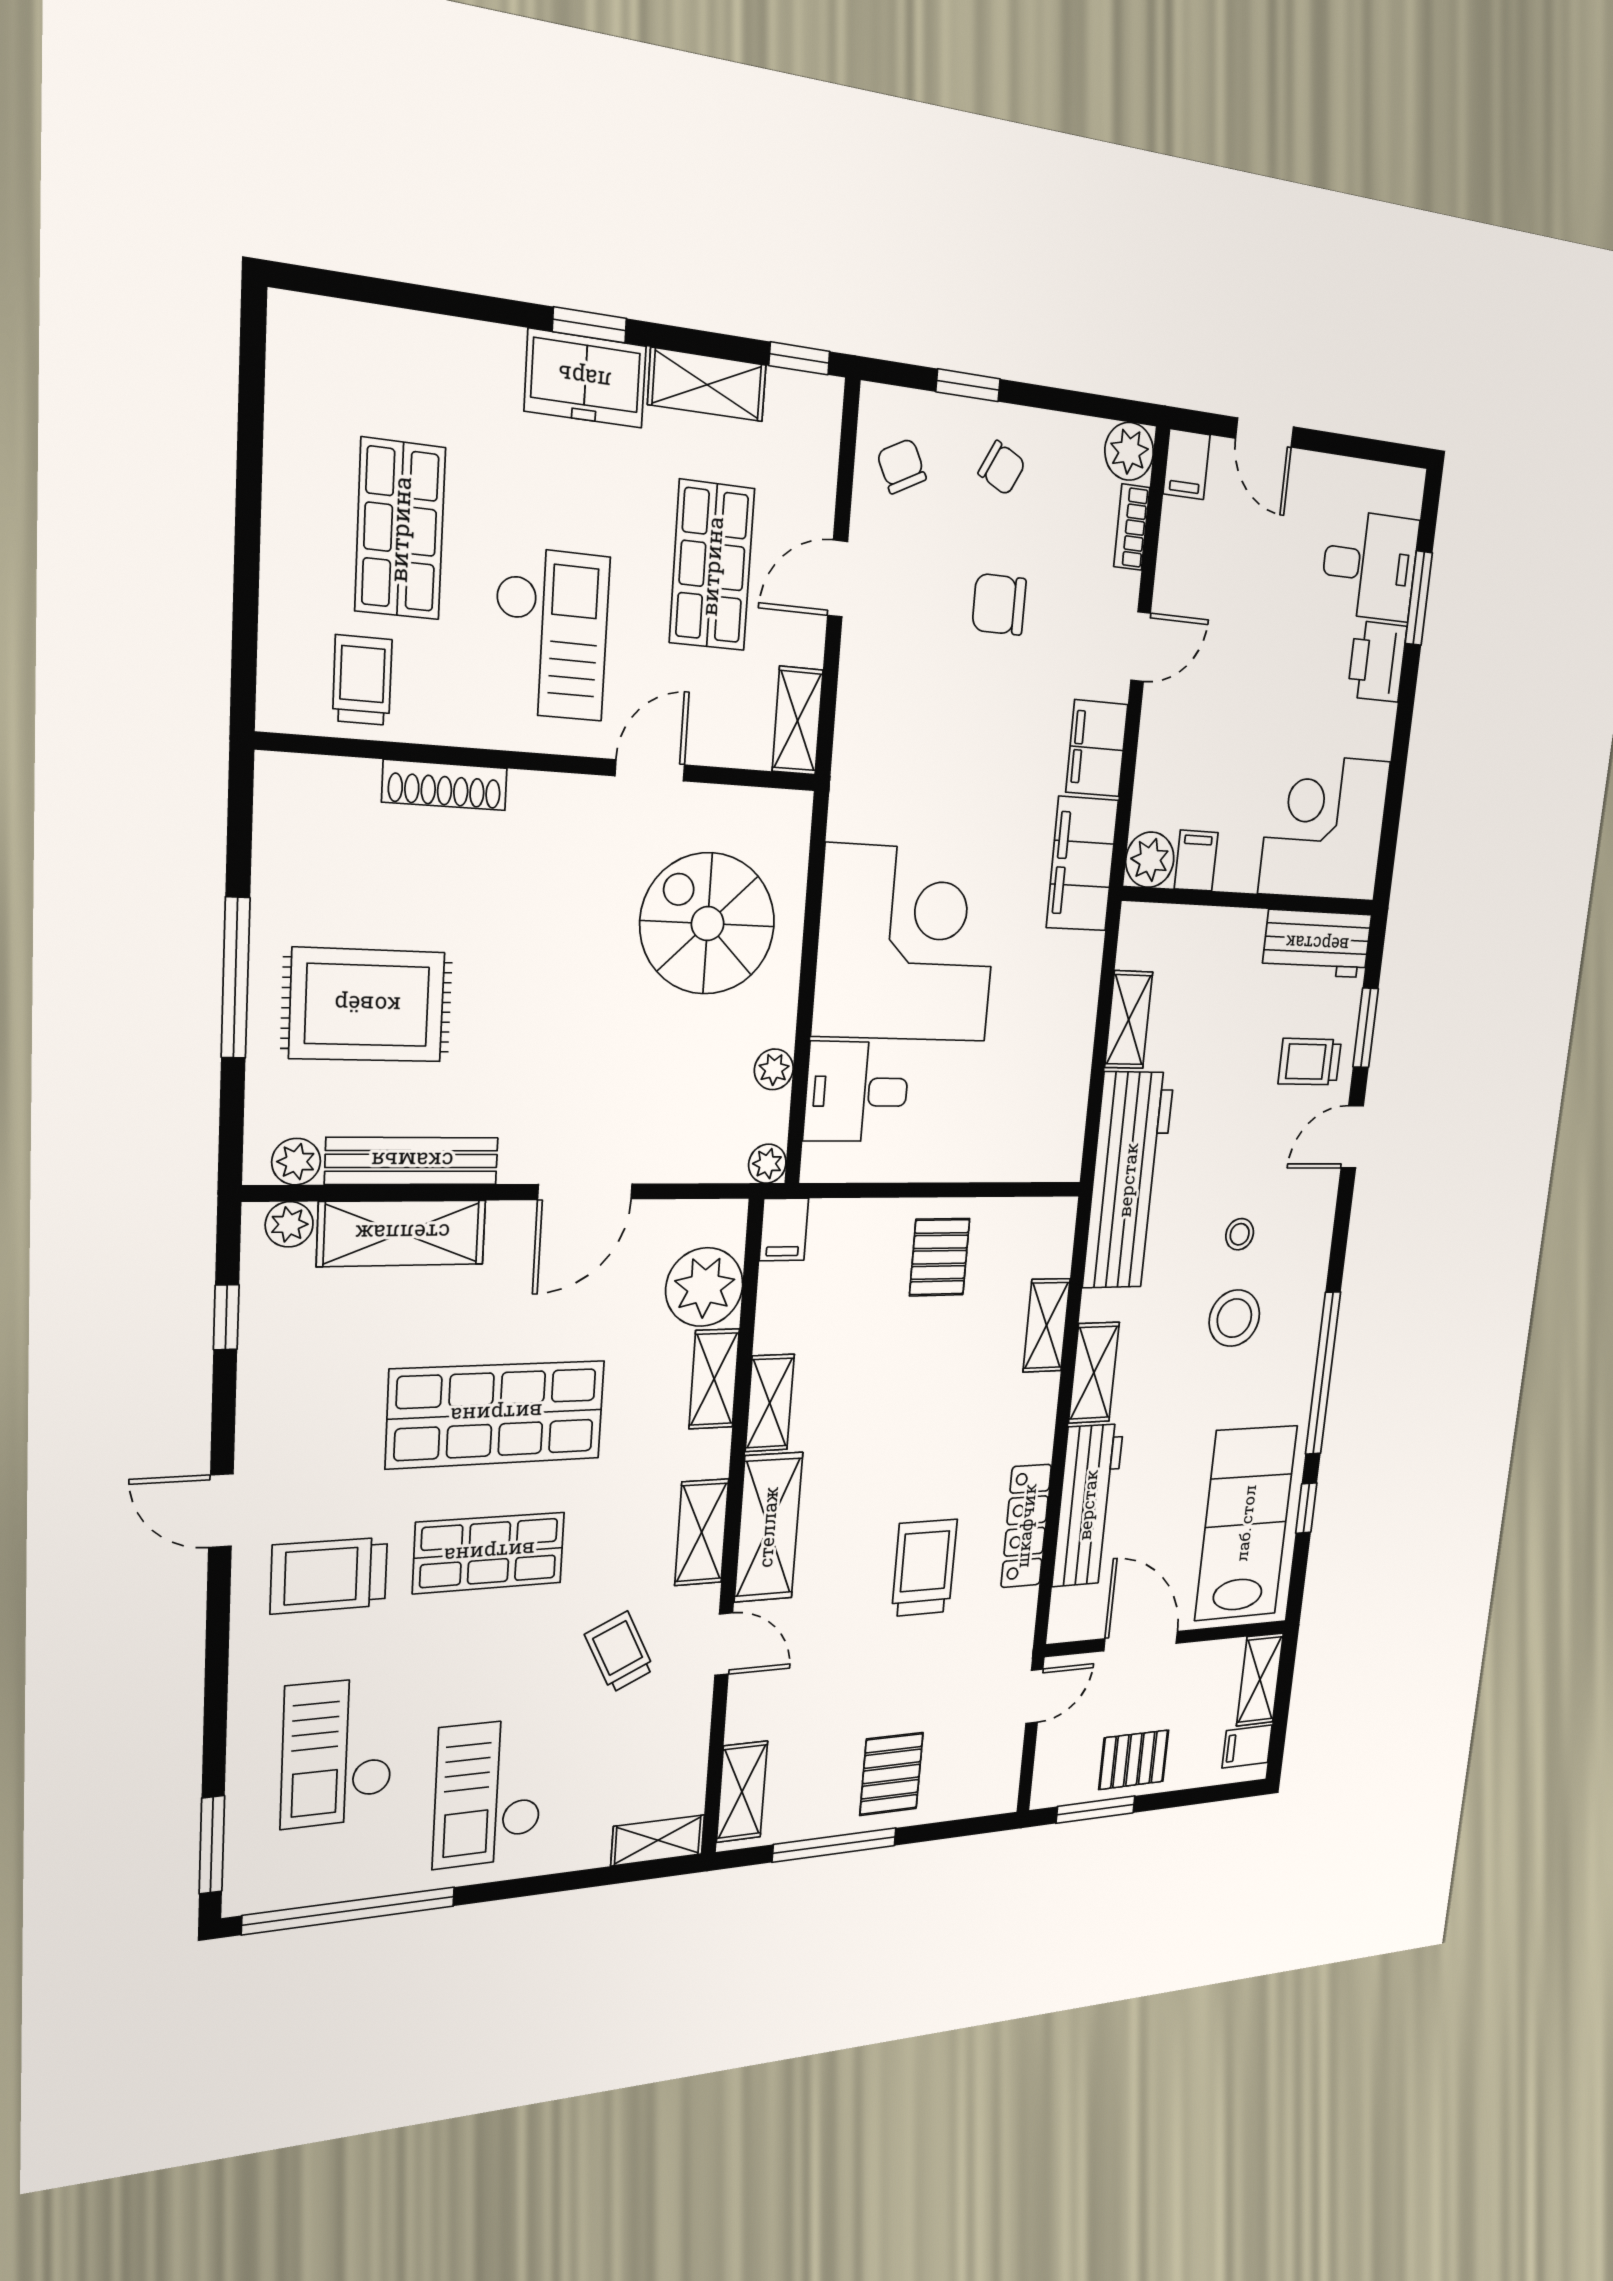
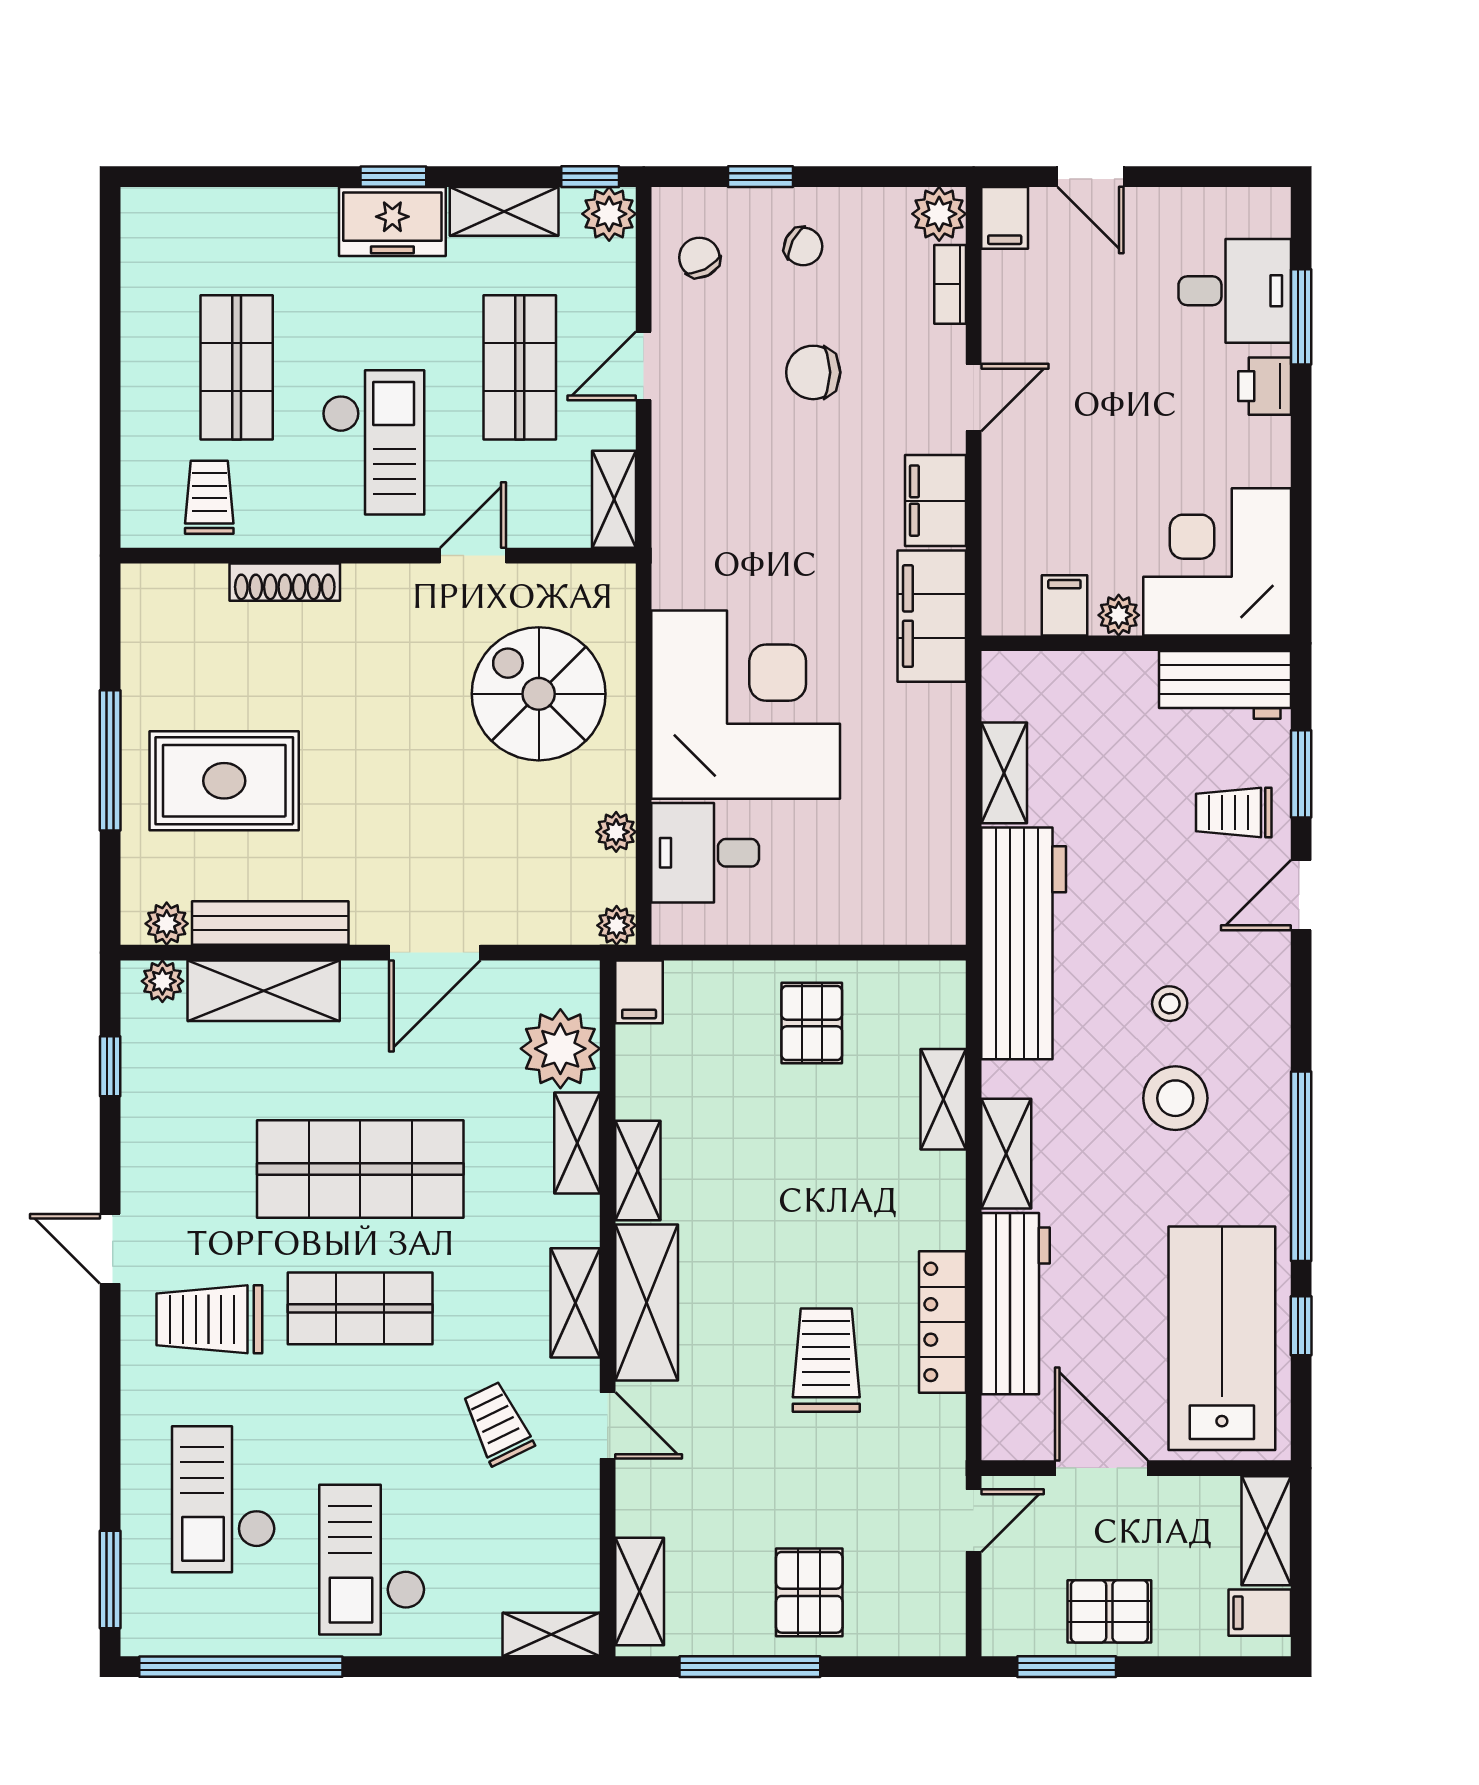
plant: (816, 404) -> (609, 214), added
printer: (1377, 662) -> (1265, 386), width x0.73, depth x0.81
plant: (1150, 860) -> (1119, 615), moved, width x0.73, depth x0.73

